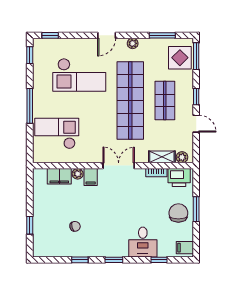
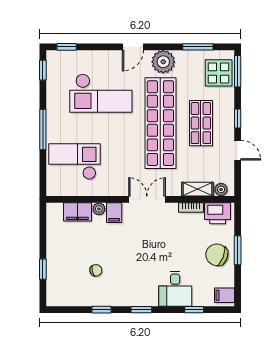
plant: (133, 43) -> (163, 62), width x1.88, depth x1.88
chair: (178, 213) -> (217, 255), turned -69

